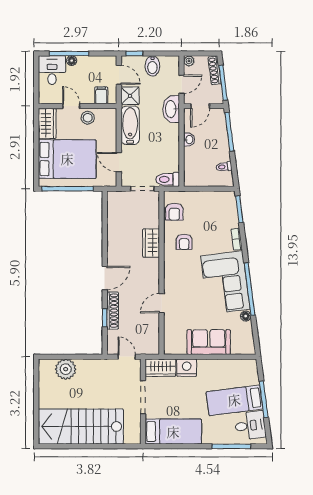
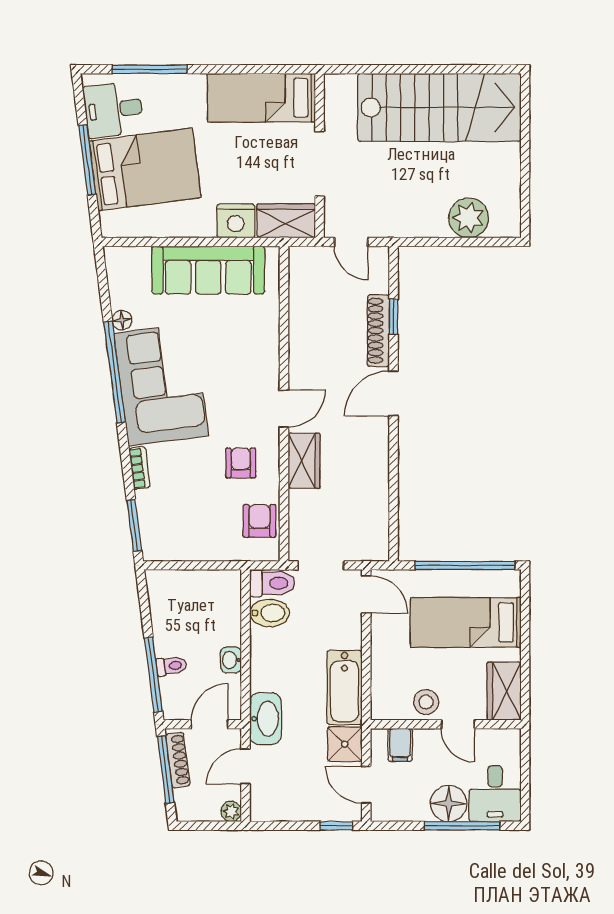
floor lamp: (72, 61) -> (449, 803), width x1.89, depth x1.89
bidet: (152, 66) -> (270, 613), moved, turned 90
shoe rack: (215, 70) -> (178, 760), moved
bed: (67, 159) -> (466, 622), width x0.67
door: (119, 162) -> (366, 594), moved
toilet: (224, 167) -> (171, 666), moved
door: (162, 303) -> (284, 409), moved
sofa: (209, 342) -> (208, 270), width x1.36
bed: (234, 400) -> (145, 169), width x1.50

